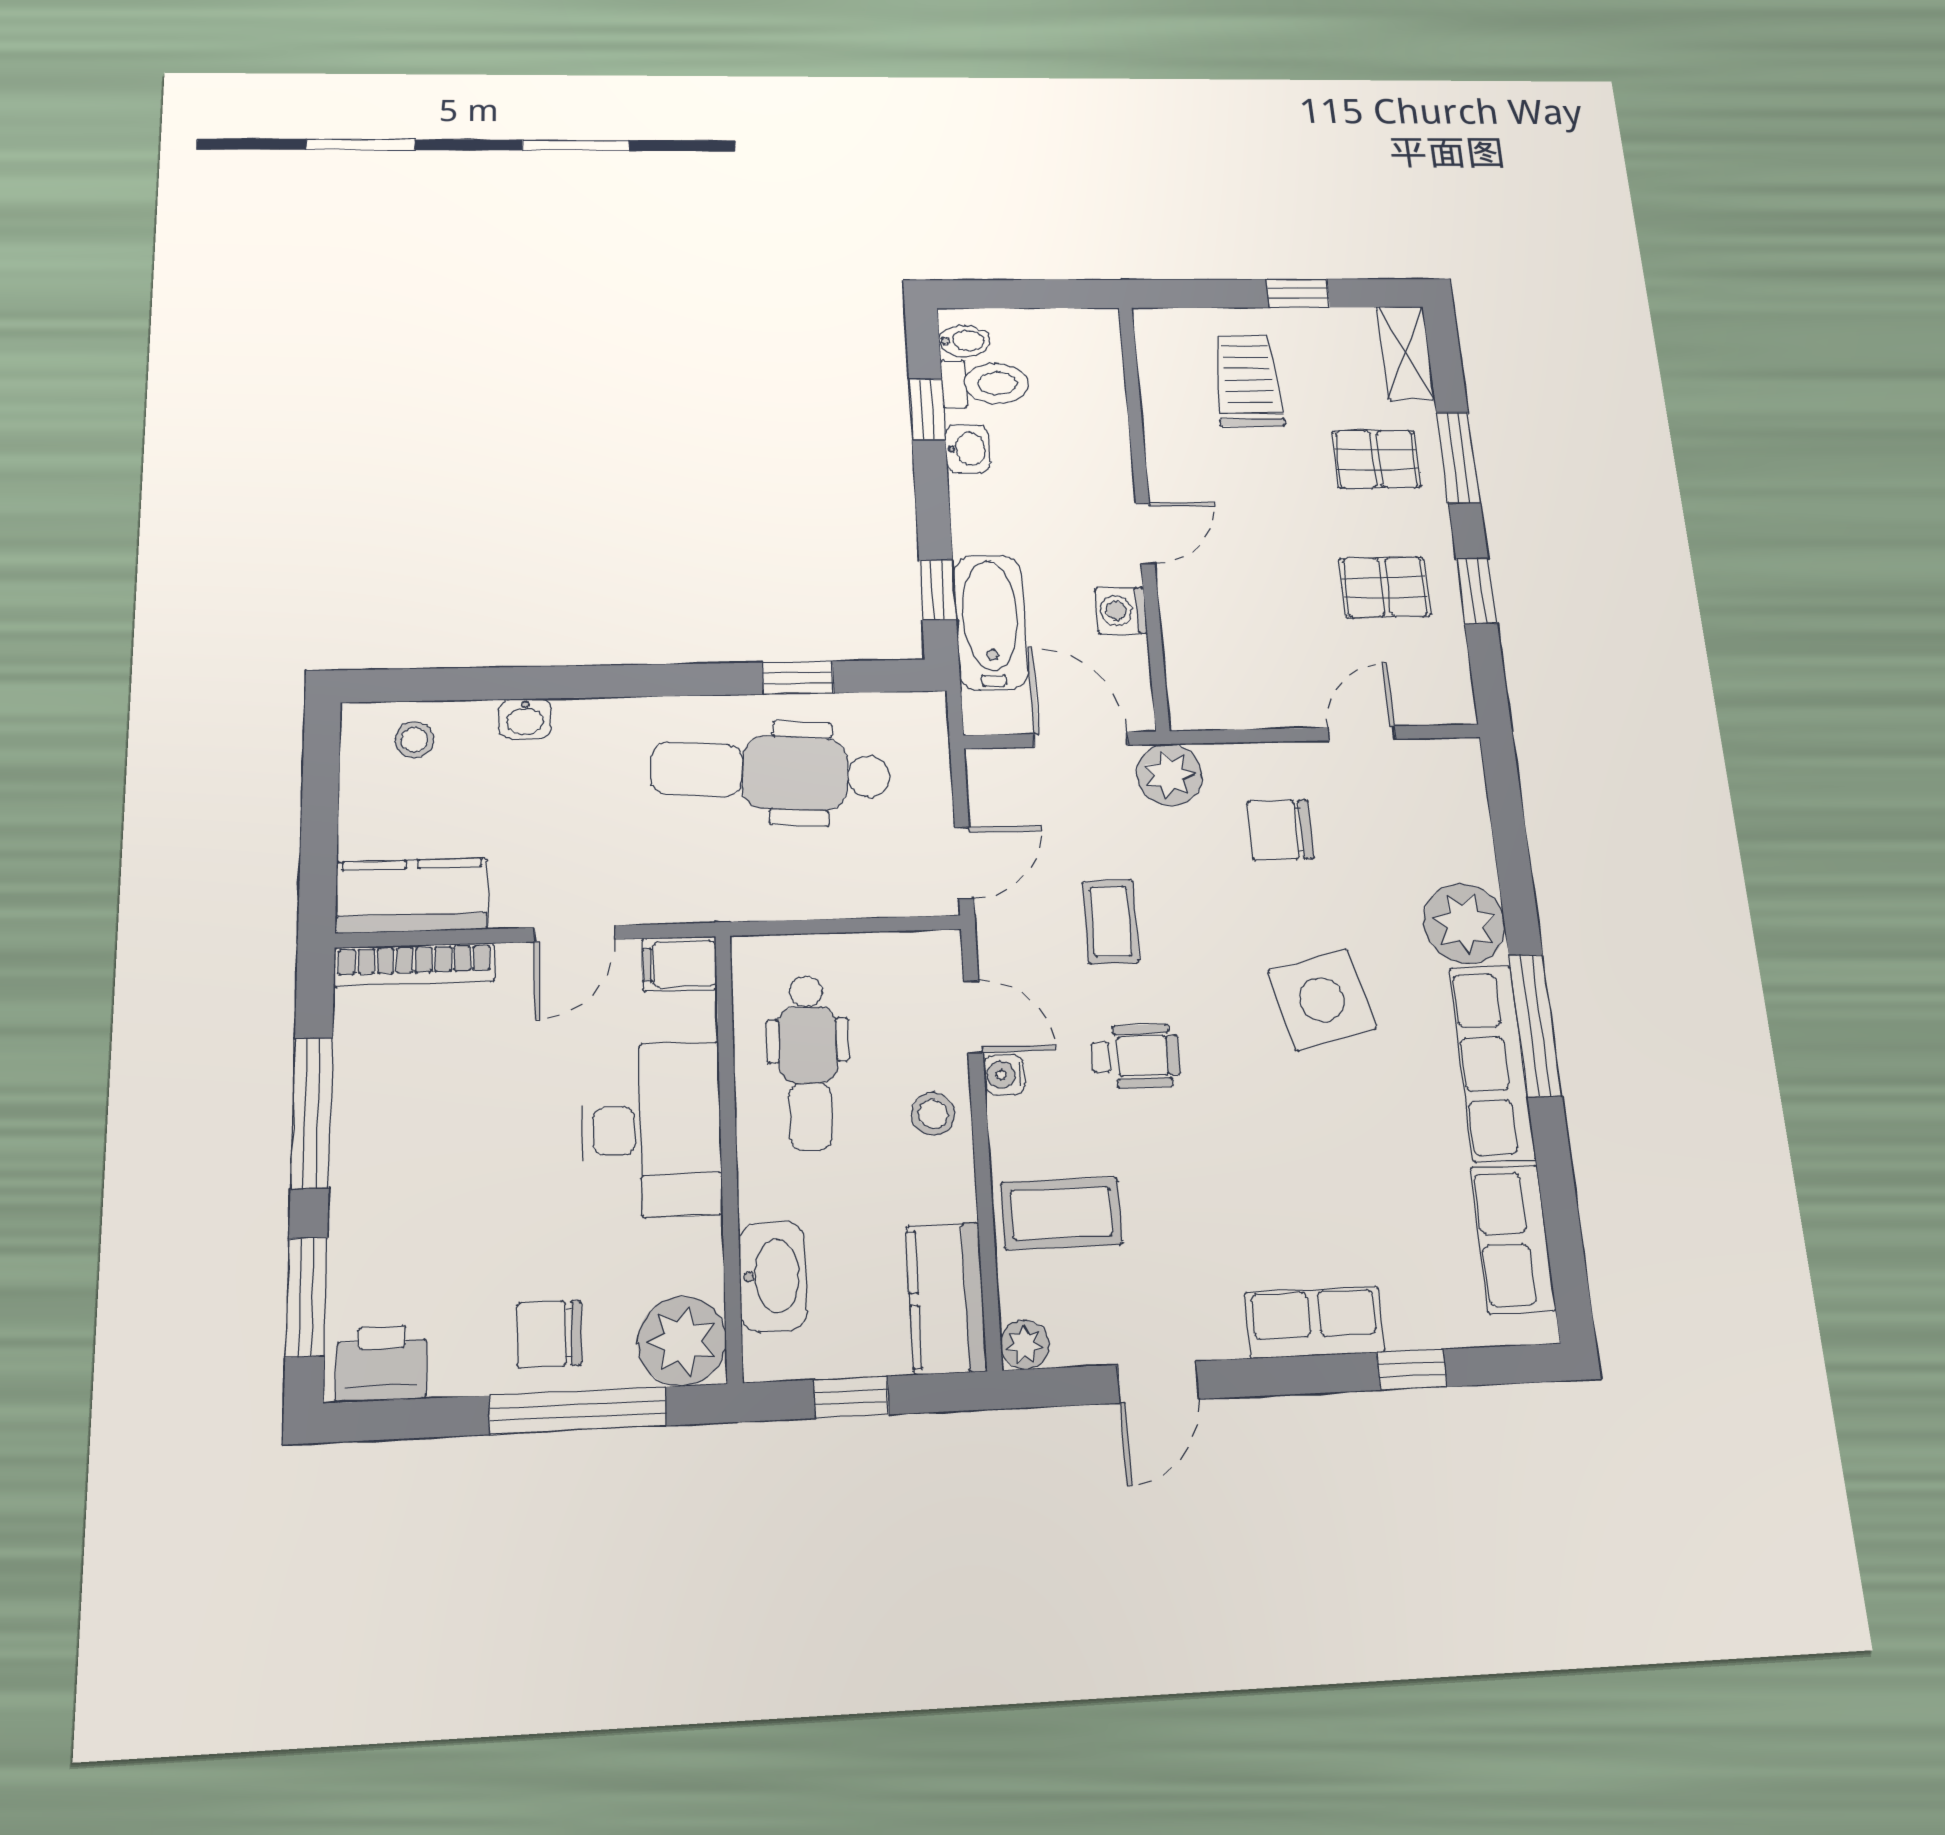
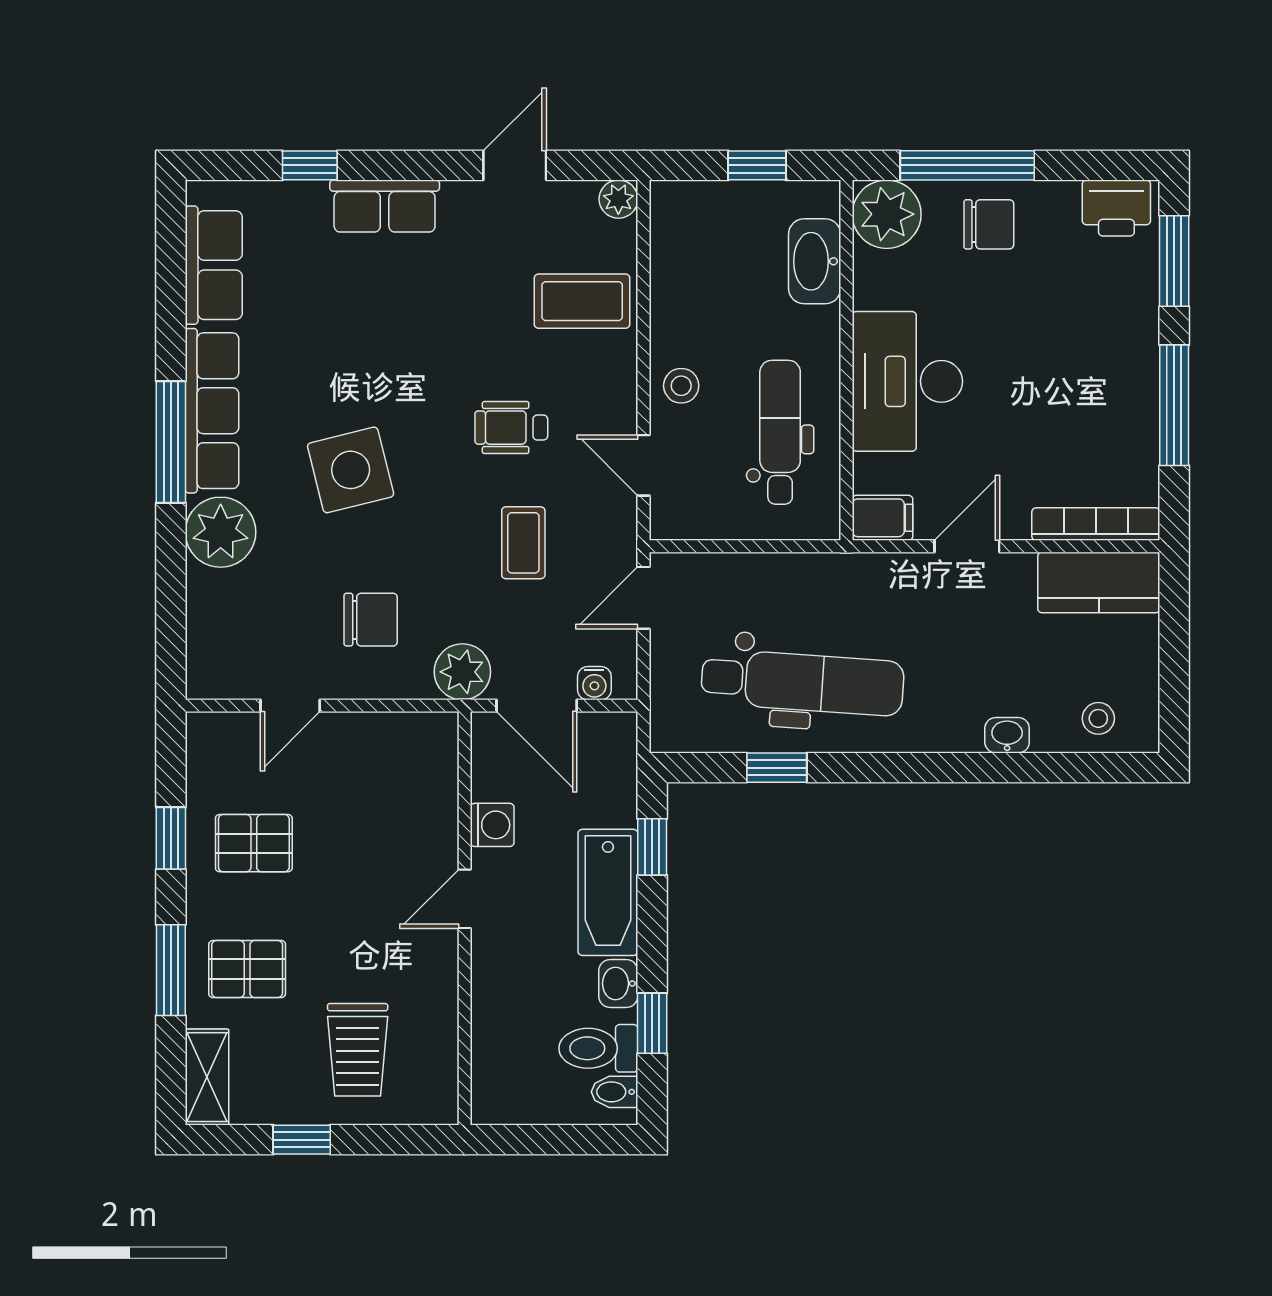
bathtub: (990, 622) -> (608, 892), moved
water cooler: (1004, 1075) -> (594, 683), moved, turned 90
kitchen counter: (946, 1298) -> (678, 238), removed

